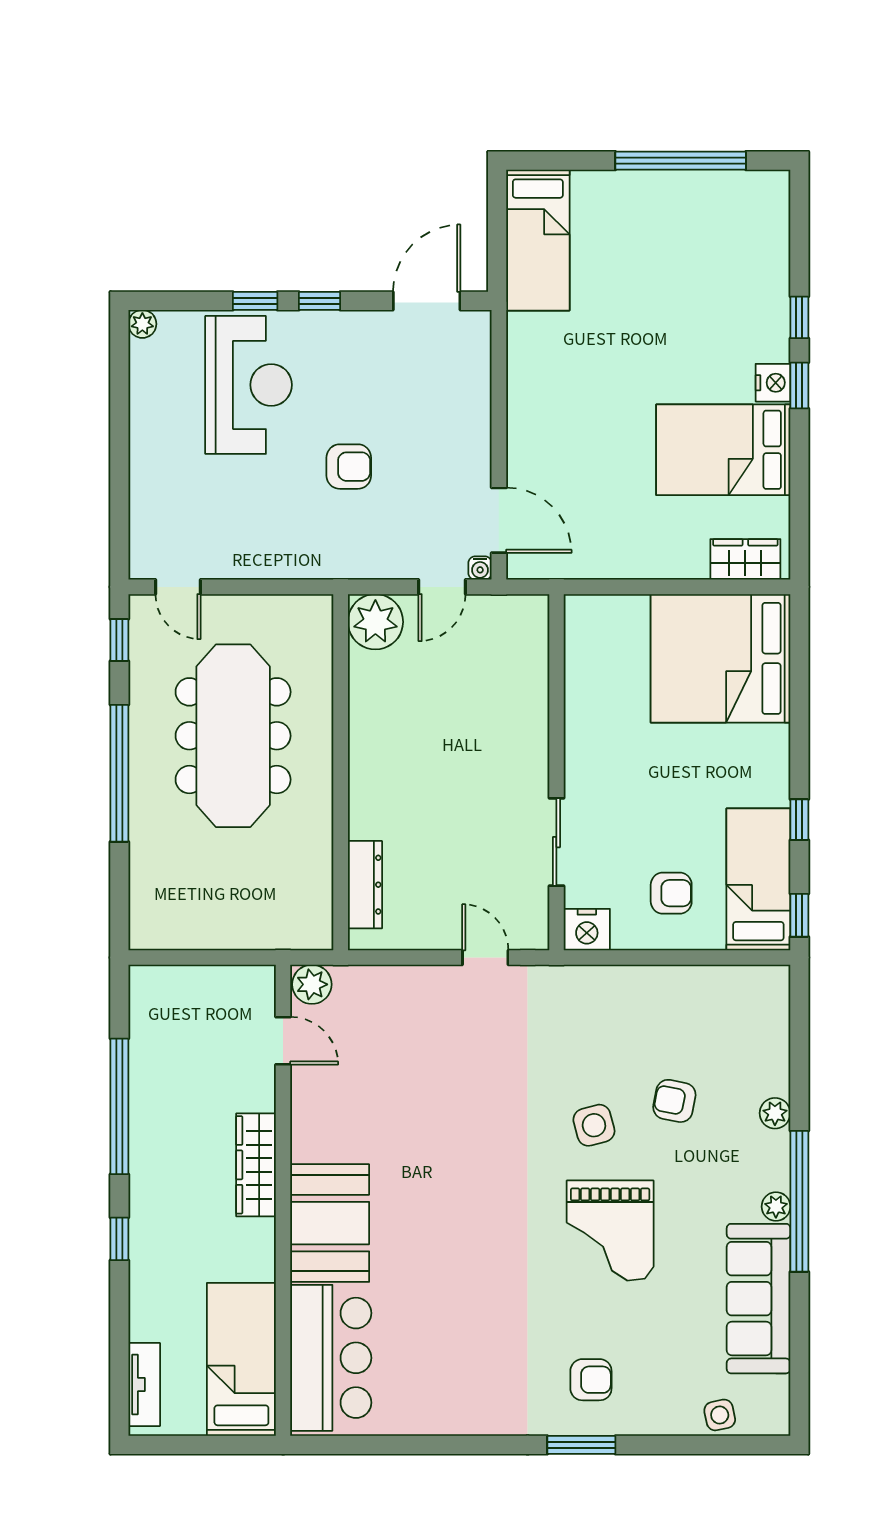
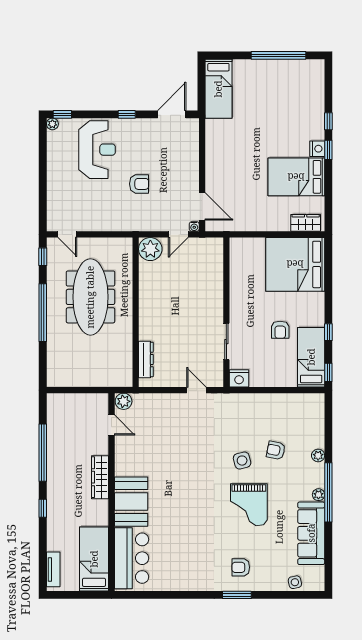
window: (255, 301) -> (62, 114), moved
armchair: (671, 893) -> (280, 330), moved, turned 90
armchair: (591, 1380) -> (241, 567), turned 180

